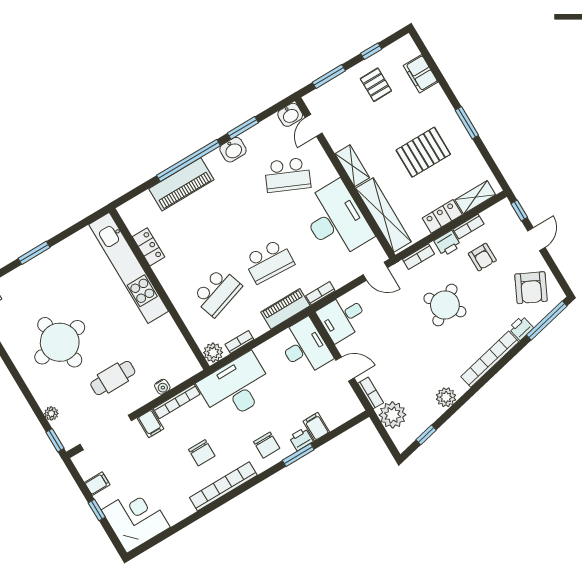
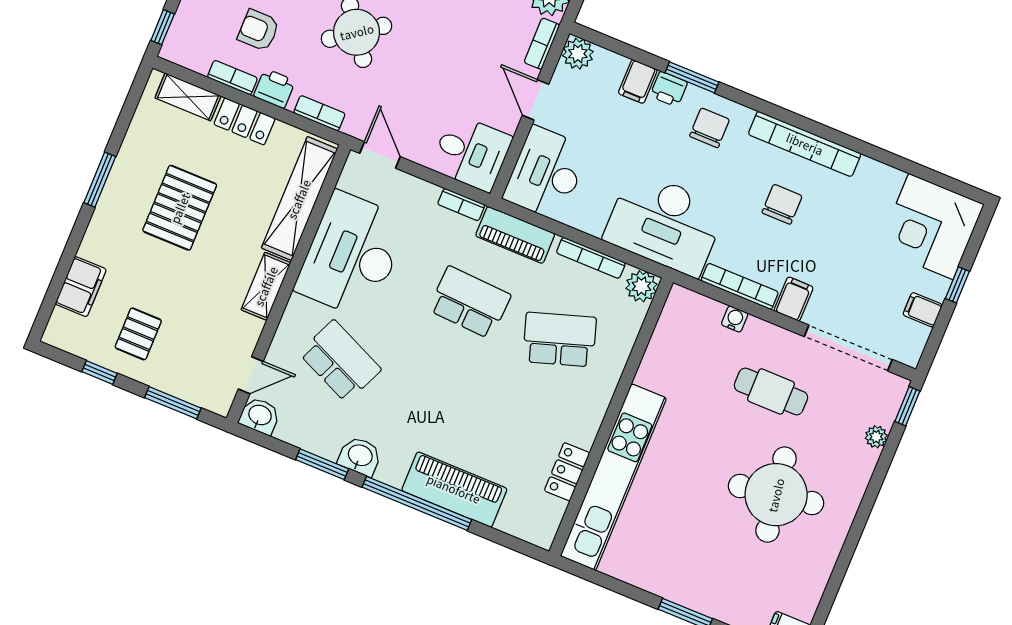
pallet: (423, 152) -> (180, 208), turned 90
armchair: (482, 257) -> (258, 30), turned -90
bookcase: (239, 342) -> (591, 258), width x1.56
plant: (352, 407) -> (578, 54), added

